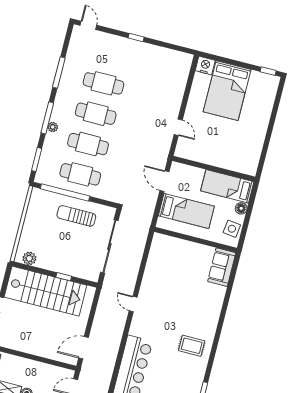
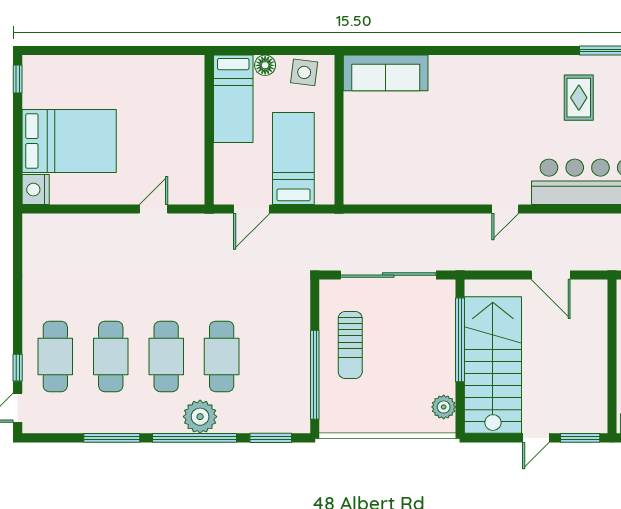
window: (136, 38) -> (18, 368), moved
window: (47, 118) -> (194, 438), width x1.46
plant: (53, 127) -> (200, 417), width x1.88, depth x1.88
cafe table: (80, 174) -> (55, 356), moved
sofa: (222, 267) -> (386, 73), width x1.36
window: (64, 277) -> (460, 340), width x3.17
door: (133, 304) -> (505, 209), moved
rug: (192, 346) -> (579, 98), moved
door: (84, 348) -> (551, 275), moved

